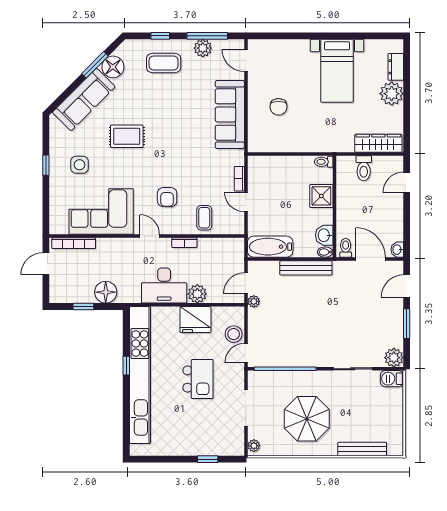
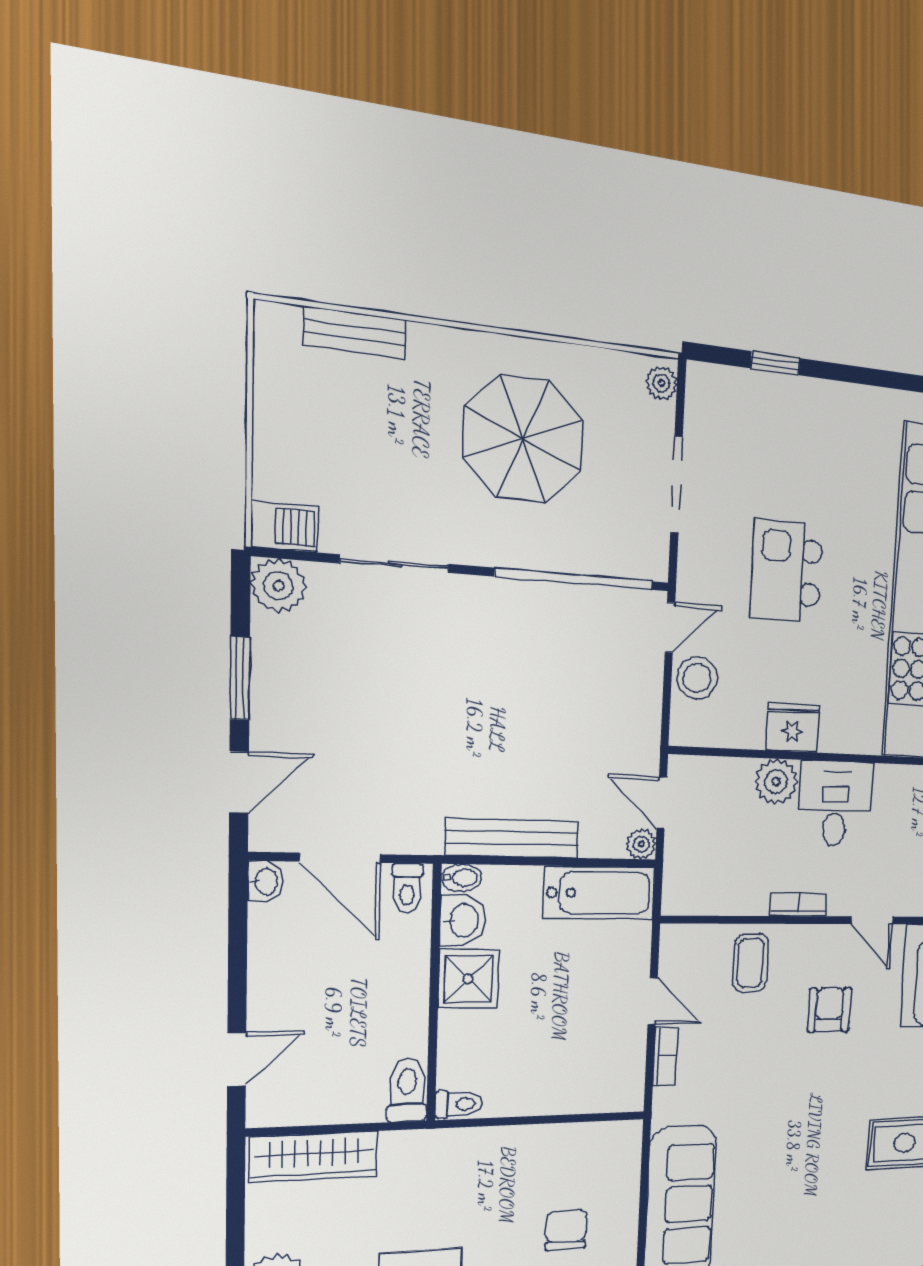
toilet: (364, 168) -> (407, 1090), moved
shower: (321, 196) -> (468, 979), moved
door: (246, 283) -> (662, 803), swing flipped
desk: (164, 286) -> (835, 804), width x0.73
plant: (254, 301) -> (641, 844), moved
fridge: (195, 319) -> (793, 728), width x0.73, depth x0.75
bench: (362, 449) -> (355, 333), width x0.73

